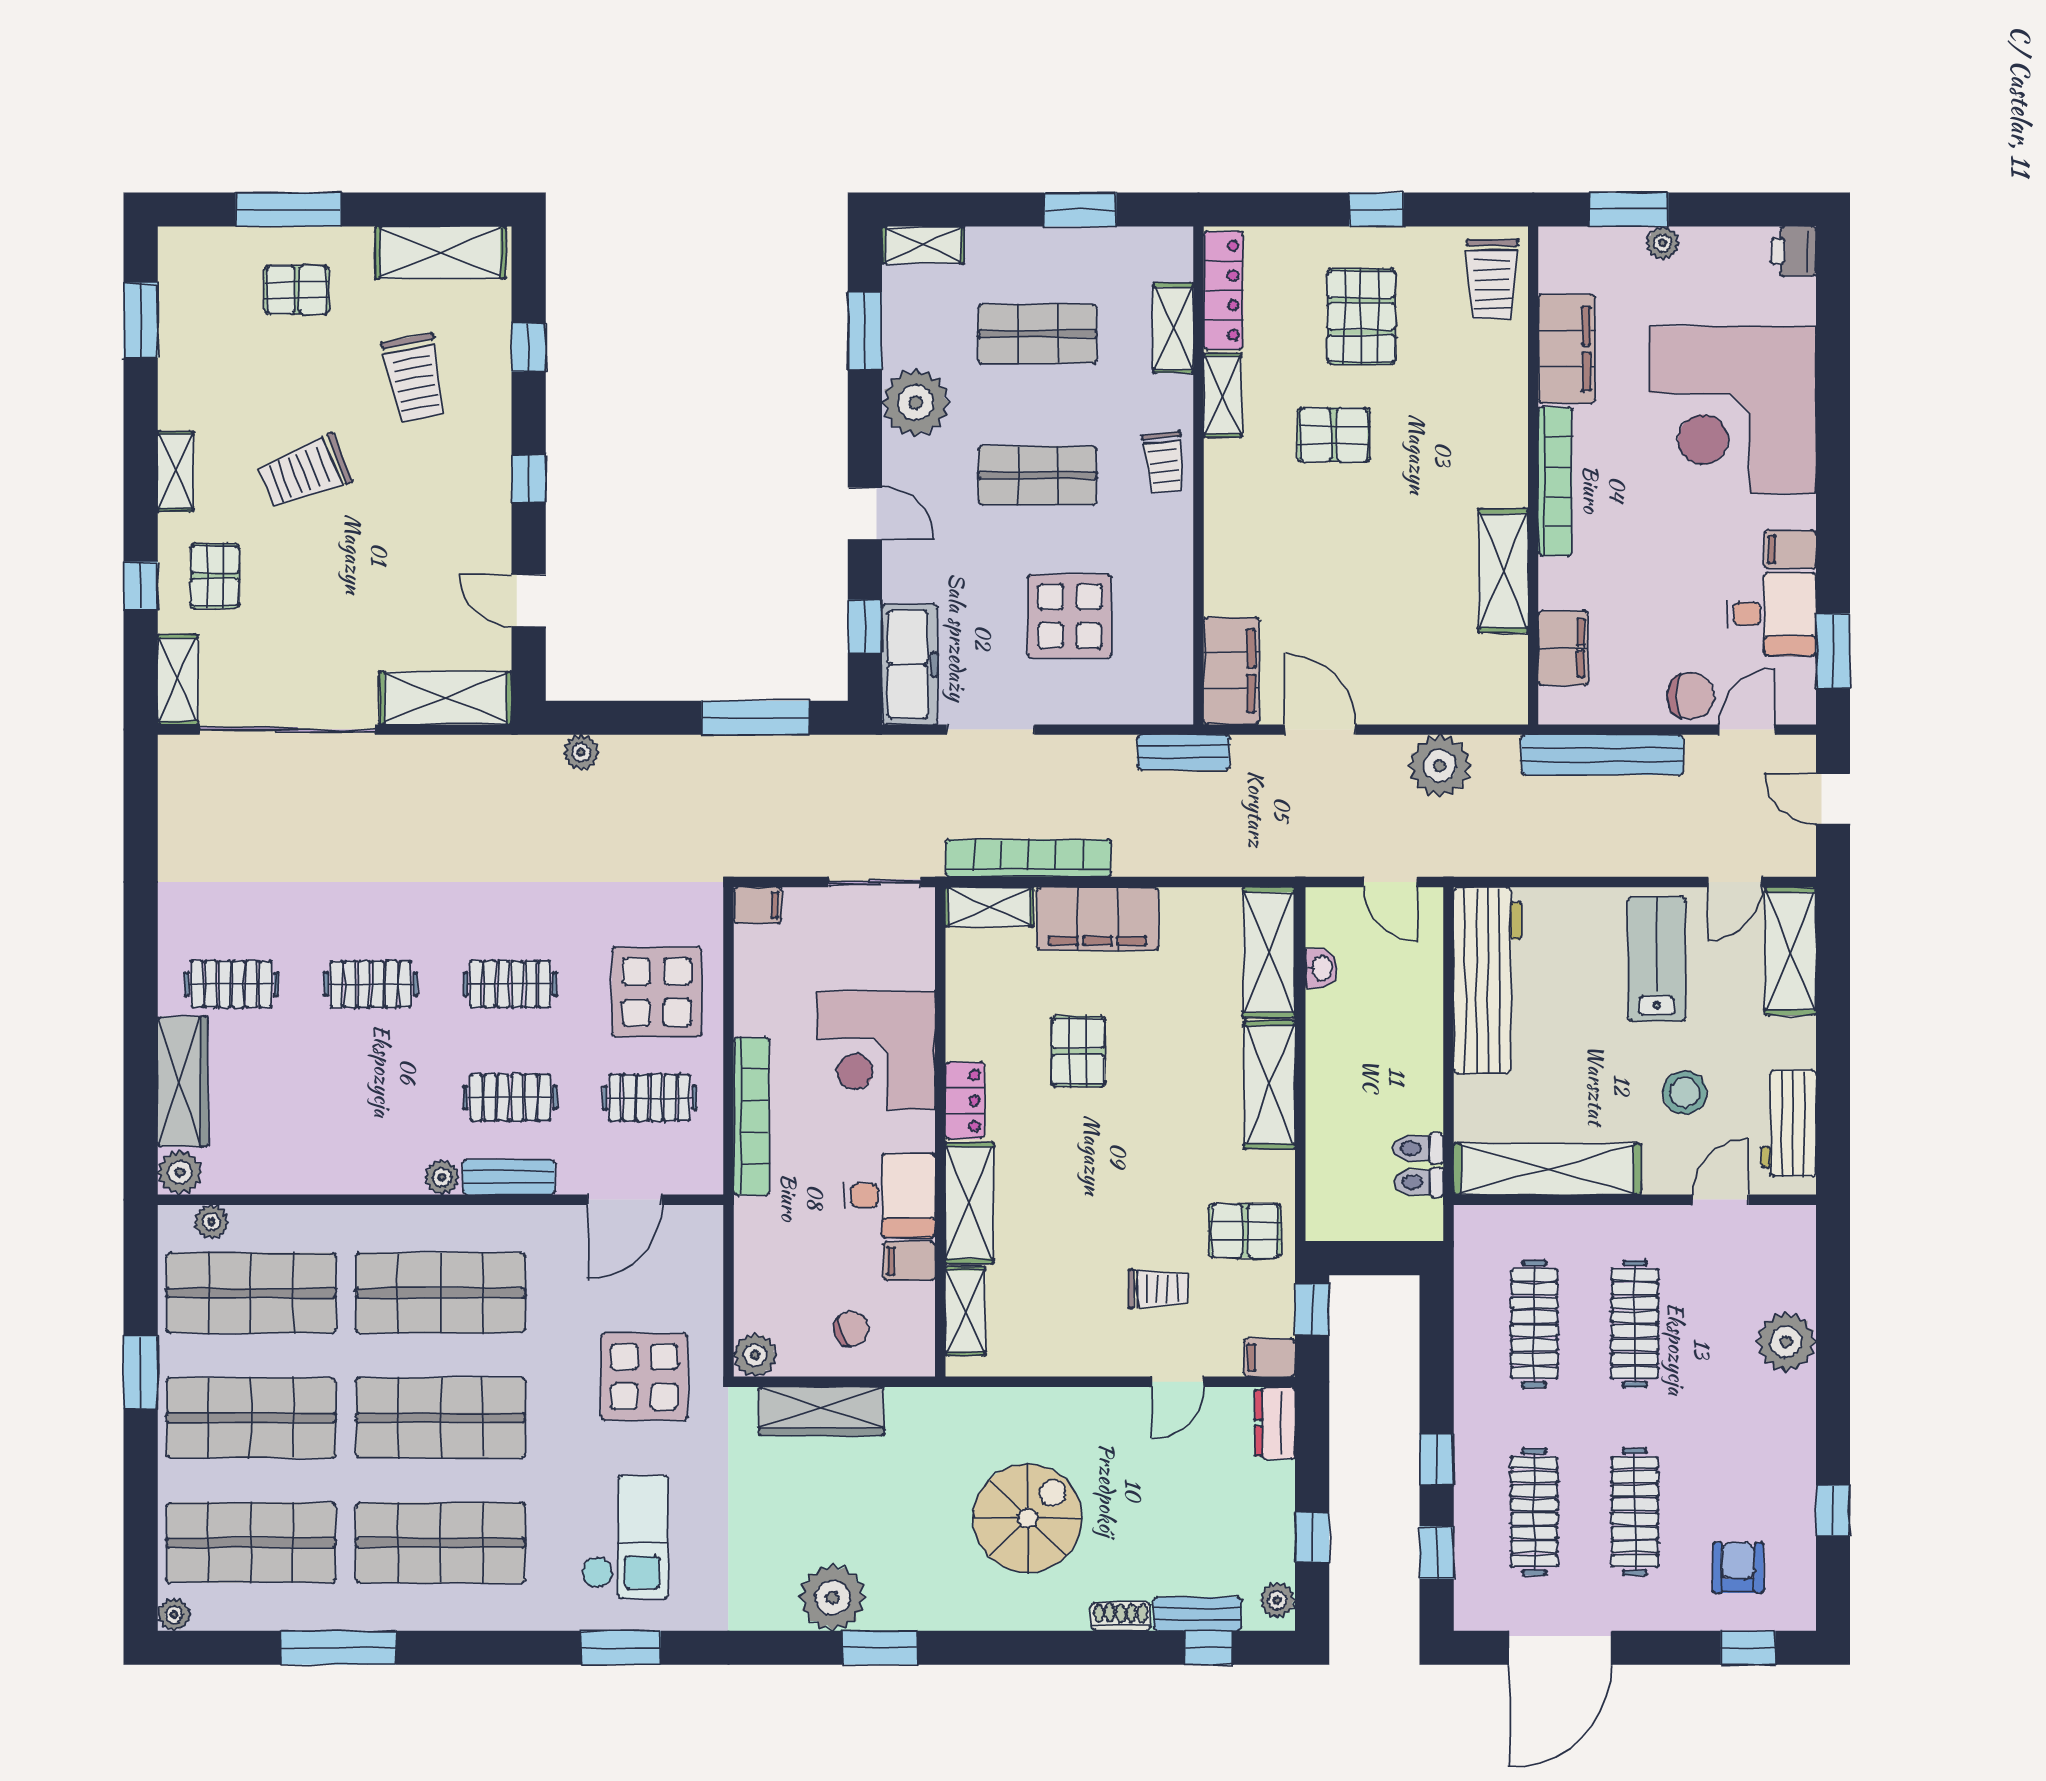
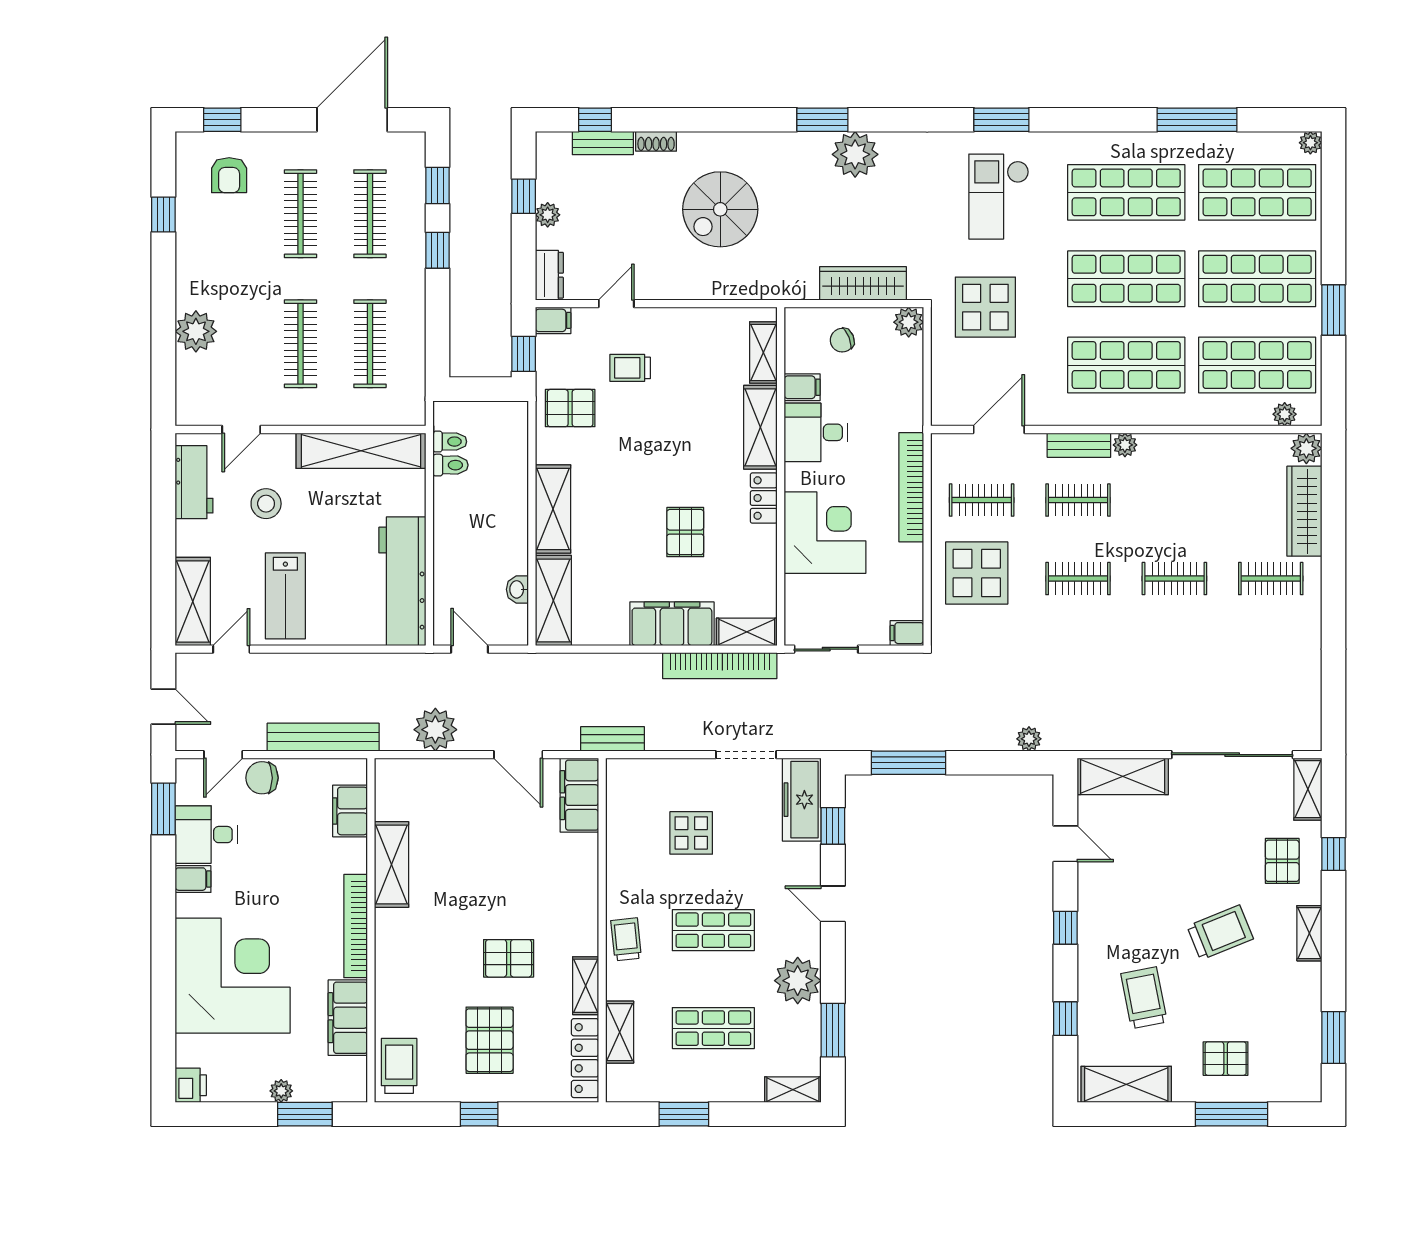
display table: (1070, 616) -> (691, 833), width x0.73, depth x0.73
plant: (1277, 1600) -> (548, 215), moved

